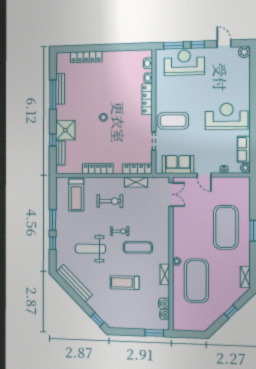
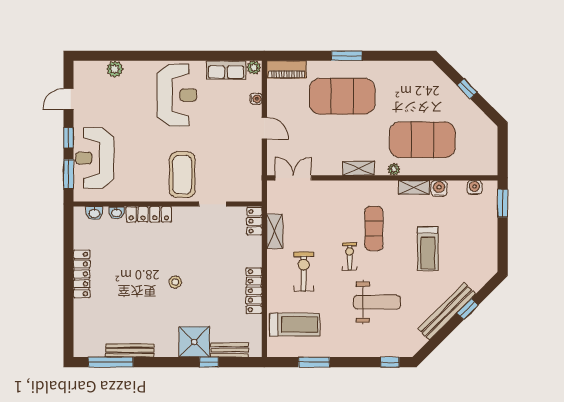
plant: (244, 52) -> (115, 69), moved
locker: (86, 57) -> (82, 274), moved
window: (53, 95) -> (111, 362), moved
reception desk: (227, 116) -> (177, 95), turned 180
sofa: (178, 164) -> (248, 167), removed
locker: (138, 169) -> (254, 221), width x0.66
door: (204, 175) -> (264, 128), hinge flipped
piano: (244, 190) -> (286, 69), added
window: (53, 220) -> (314, 362), moved
window: (53, 243) -> (390, 362), moved
weight bench: (90, 249) -> (377, 302), turned -90
shelving: (245, 277) -> (359, 168), moved
bench: (74, 283) -> (447, 311), moved
water cooler: (164, 304) -> (439, 188), moved
window: (97, 320) -> (467, 309), moved

